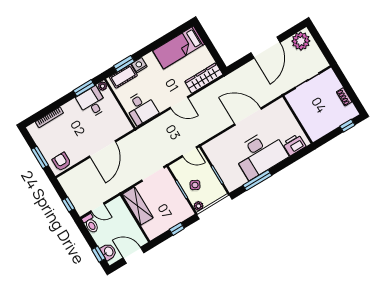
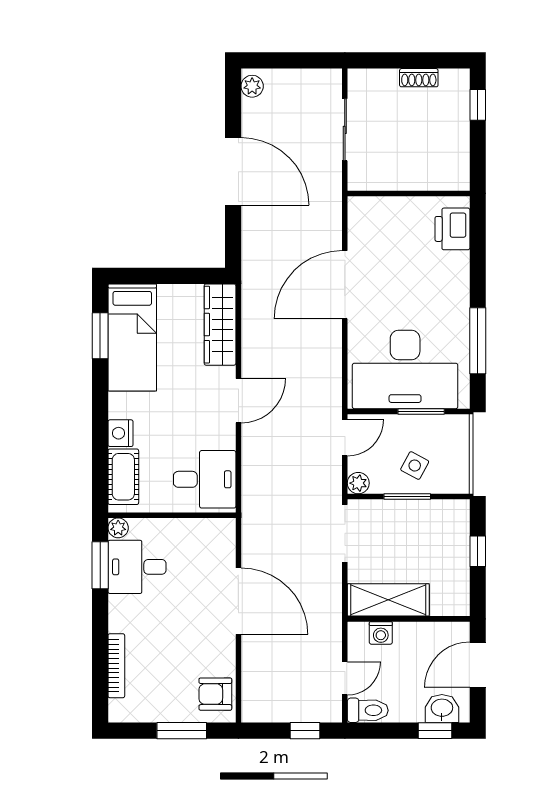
plant: (301, 41) -> (252, 86), width x0.53, depth x0.53
window: (124, 64) -> (100, 336), moved
desk: (260, 154) -> (405, 369), moved, turned 90
plant: (199, 206) -> (358, 483), moved
washing machine: (123, 211) -> (381, 633), added

